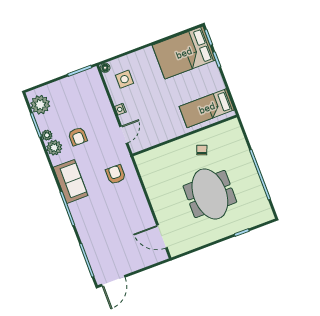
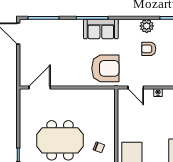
plant: (47, 135) -> (159, 24), removed
armchair: (116, 174) -> (105, 68), width x1.88, depth x1.88
sofa: (71, 181) -> (101, 29), moved

